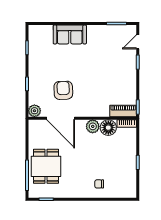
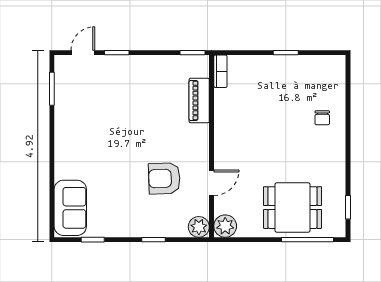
sofa: (70, 34) -> (70, 208), moved
door: (138, 42) -> (83, 53), swing flipped
piano: (123, 111) -> (199, 100), moved
door: (61, 118) -> (212, 183), width x0.53
plant: (93, 126) -> (225, 226), moved
floor lamp: (108, 128) -> (227, 103), removed

